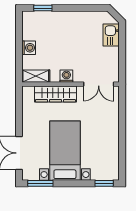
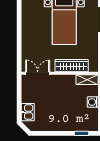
washing machine: (66, 76) -> (63, 80), removed

